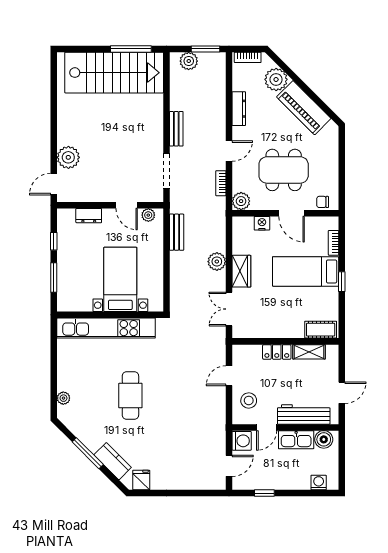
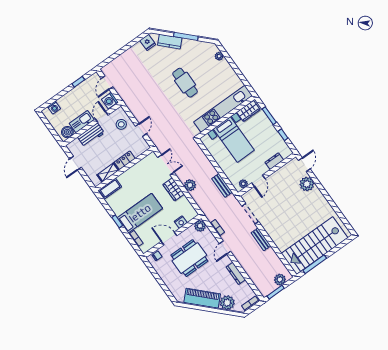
door: (127, 205) -> (258, 181), swing flipped
wardrobe: (76, 302) -> (248, 111), added
workbench: (304, 414) -> (91, 135), width x0.73

